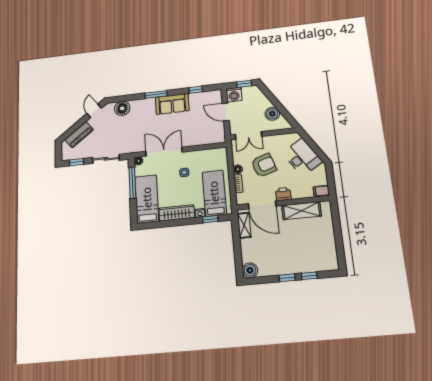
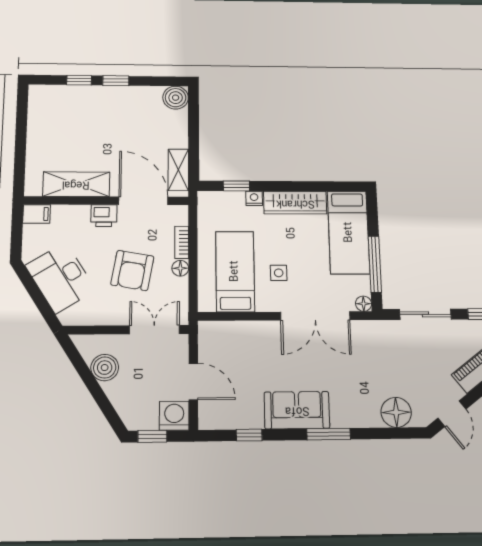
armchair: (264, 165) -> (132, 271), turned -62
bed: (214, 193) -> (235, 271), moved, turned 180

